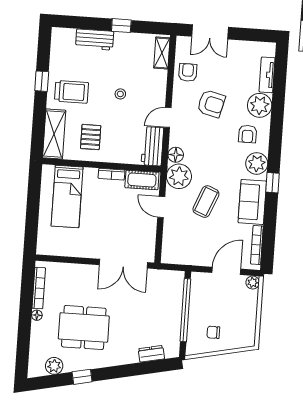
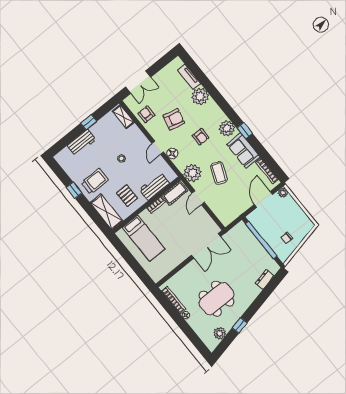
armchair: (248, 134) -> (201, 137), moved
workbench: (152, 146) -> (154, 186), moved, turned 90
floor lamp: (176, 155) -> (172, 153), moved
door: (161, 207) -> (198, 198), hinge flipped

